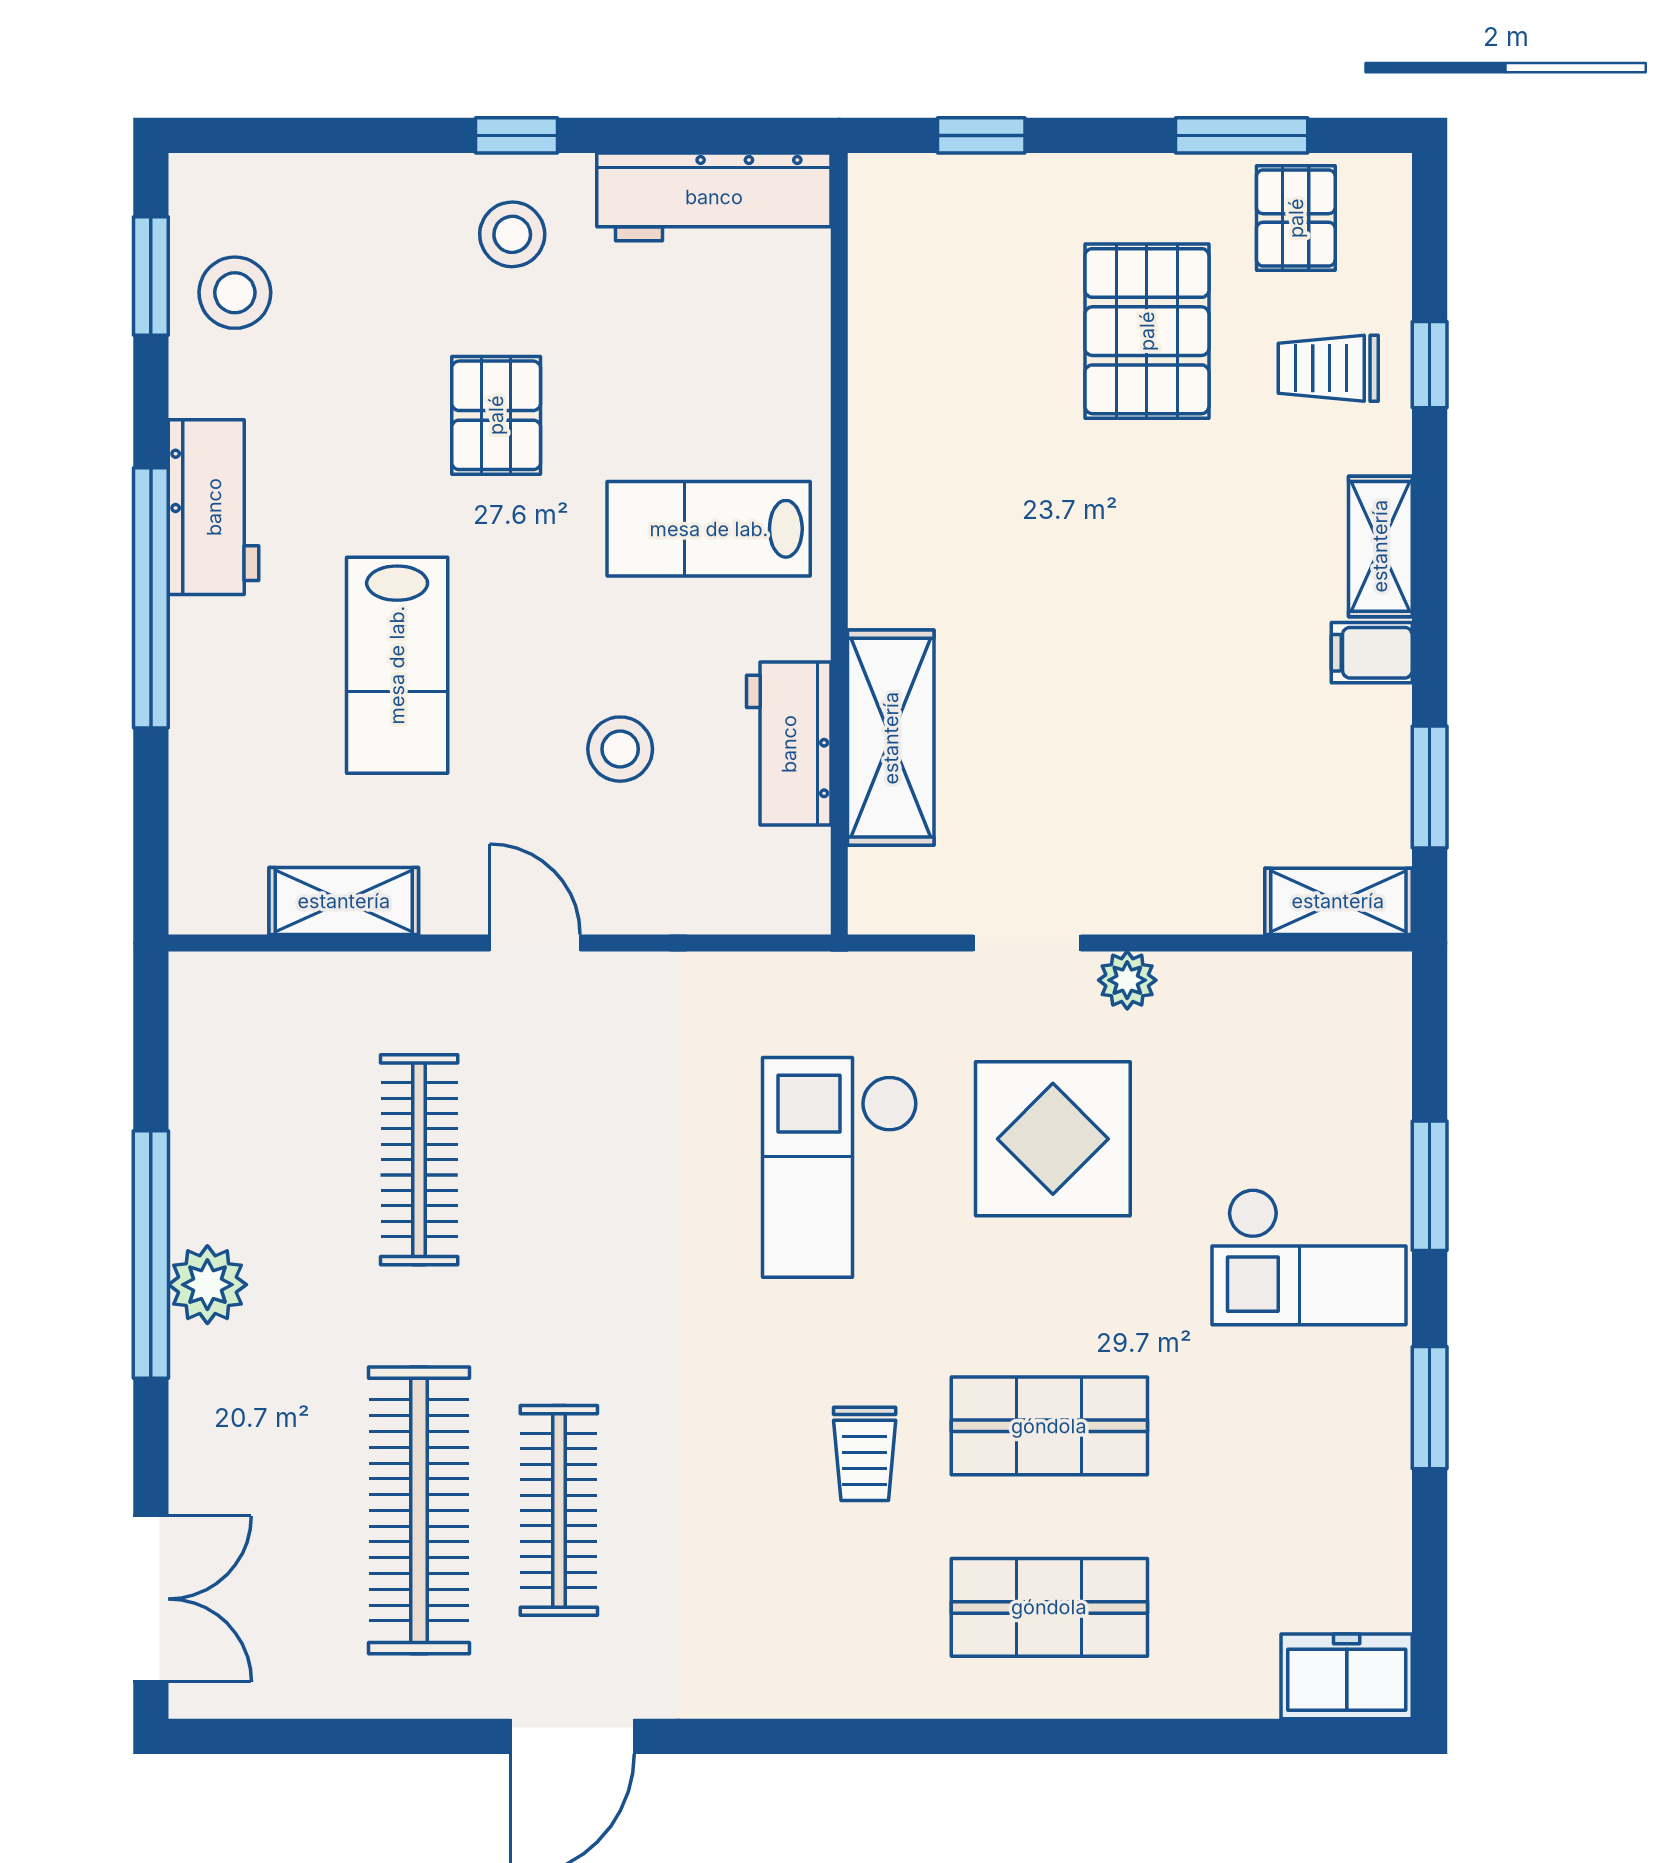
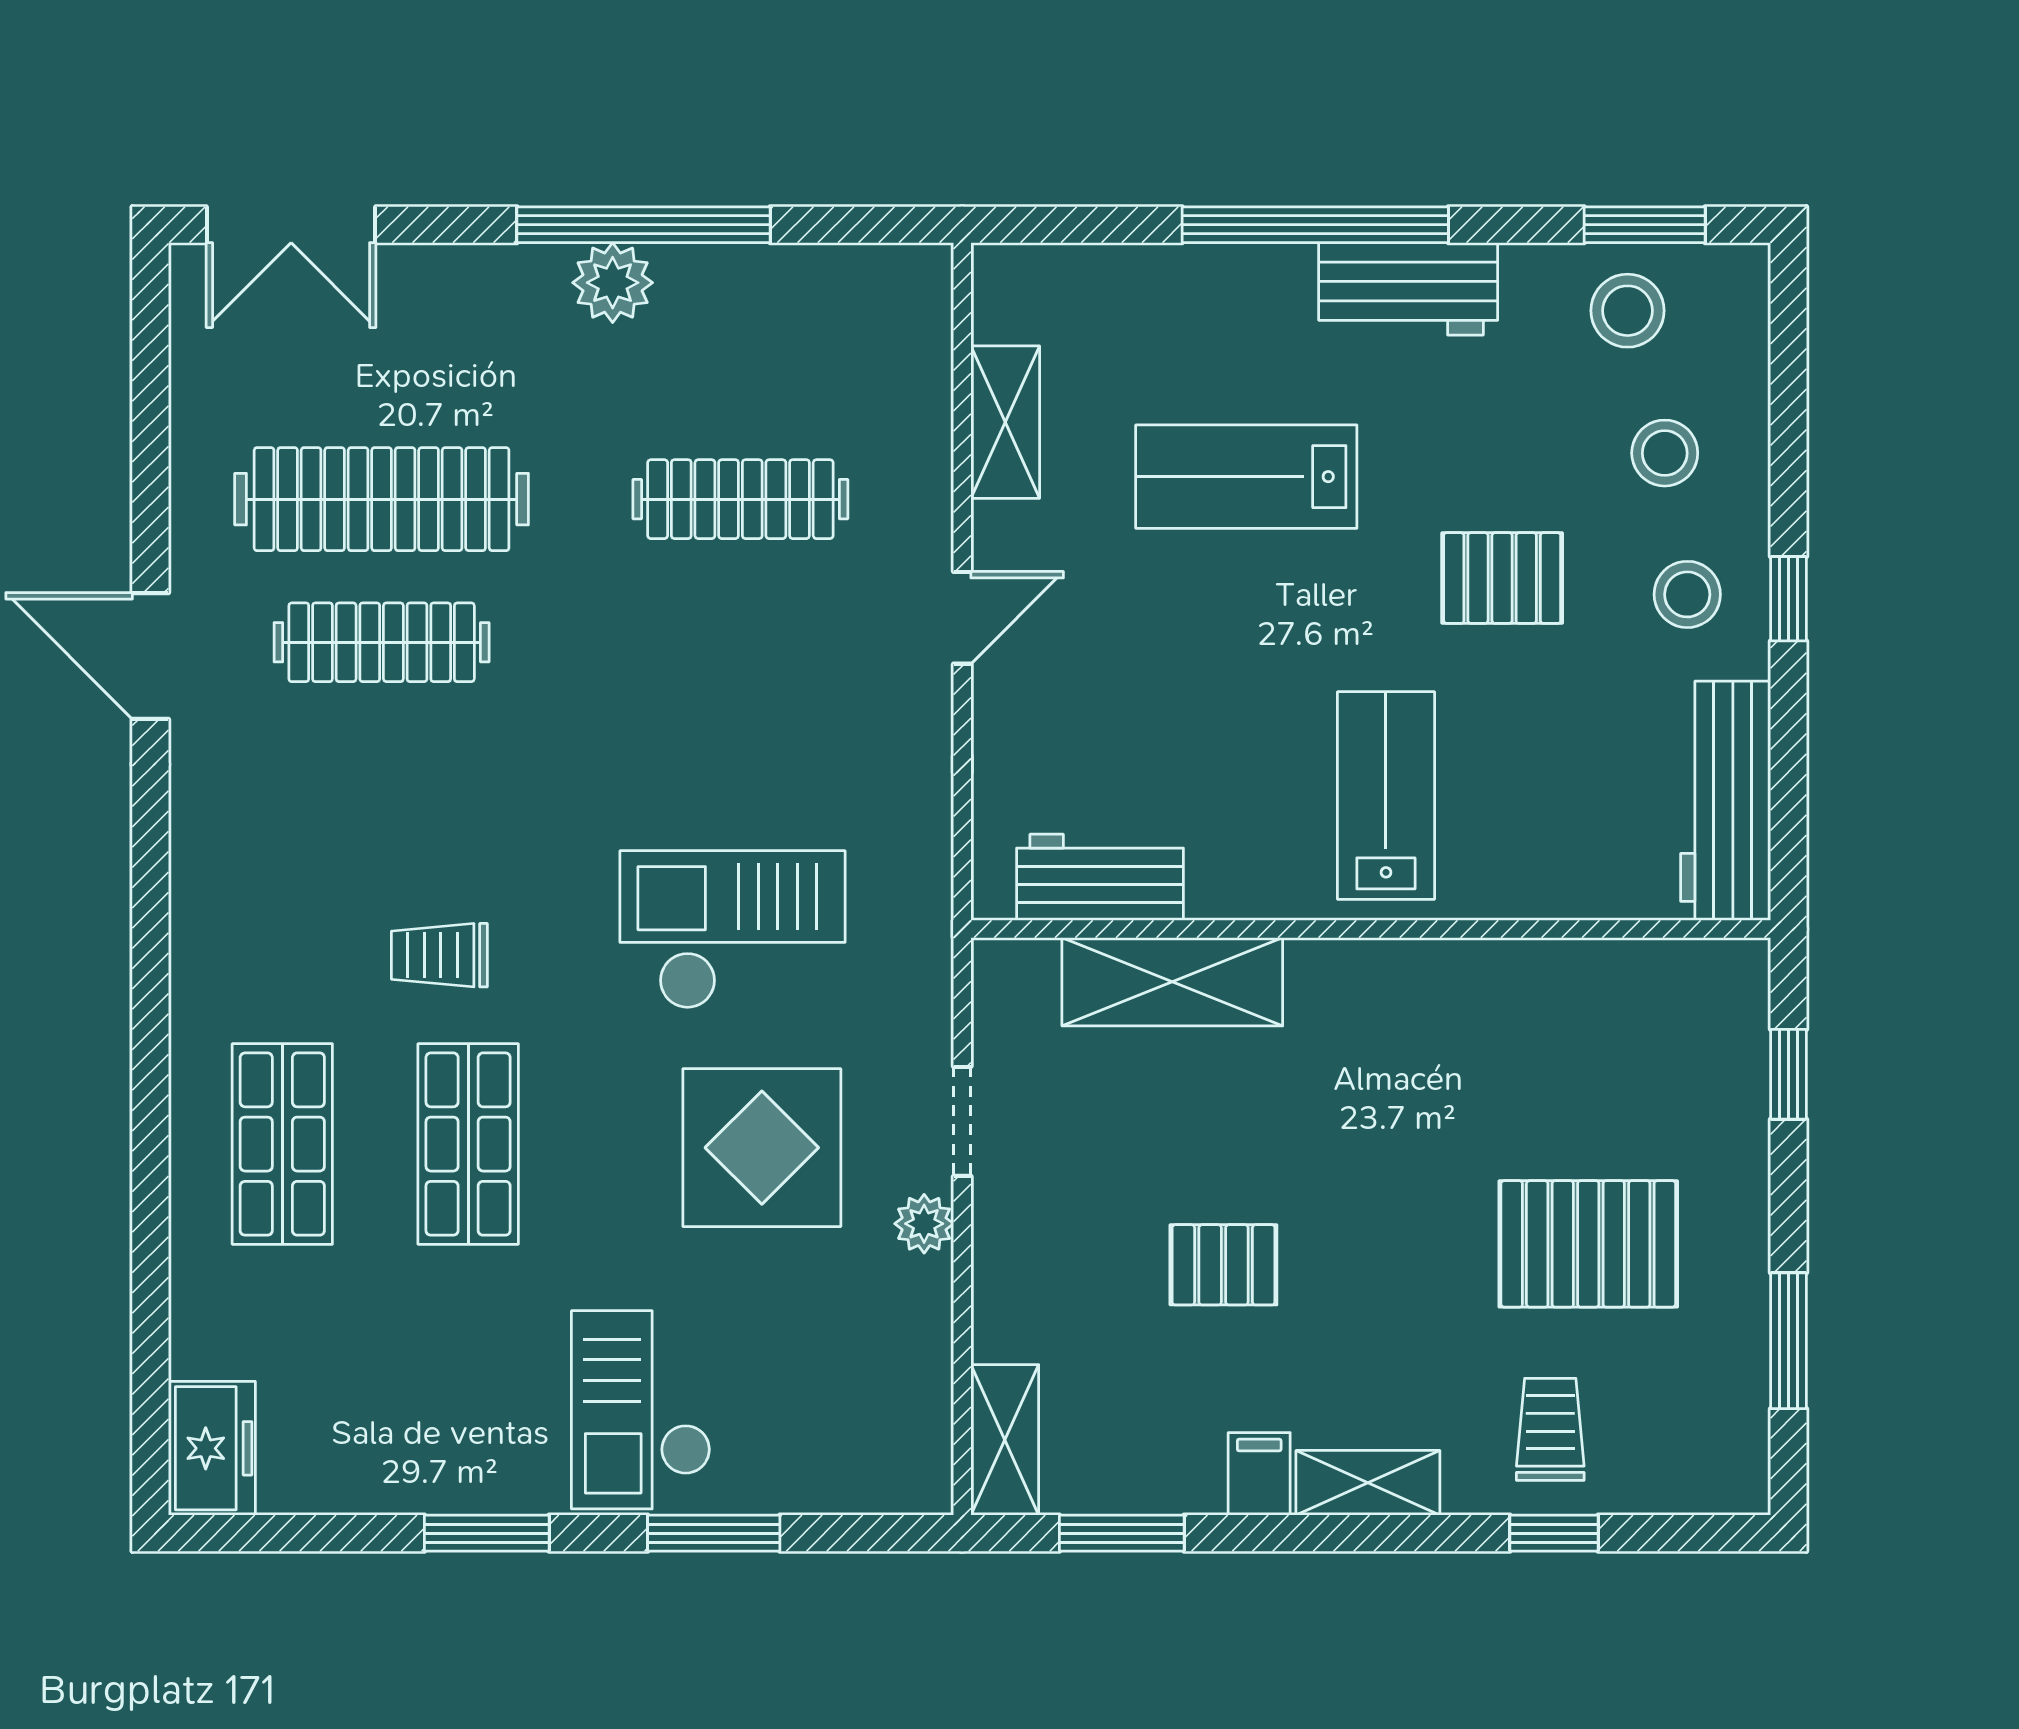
pallet: (1296, 218) -> (1223, 1265), moved
workbench: (789, 744) -> (1100, 877), moved
stool: (620, 749) -> (1665, 453), moved

